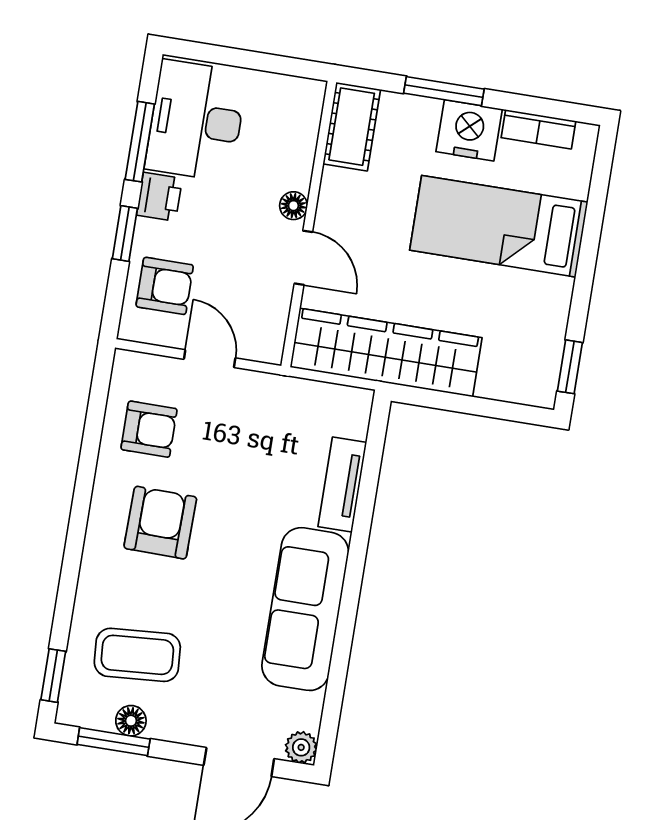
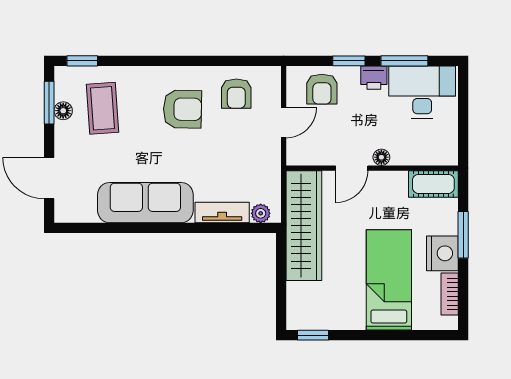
plant: (301, 747) -> (261, 213), moved

